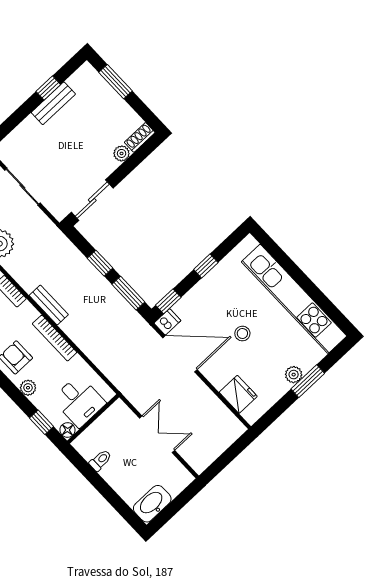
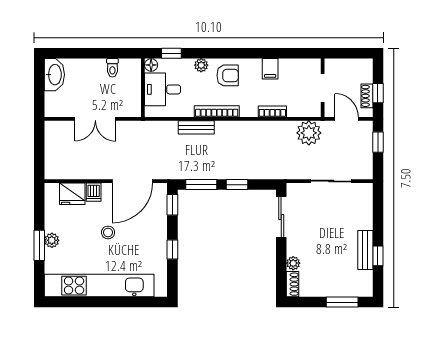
bench: (49, 305) -> (196, 127), moved
dishwasher: (167, 322) -> (94, 192), moved

